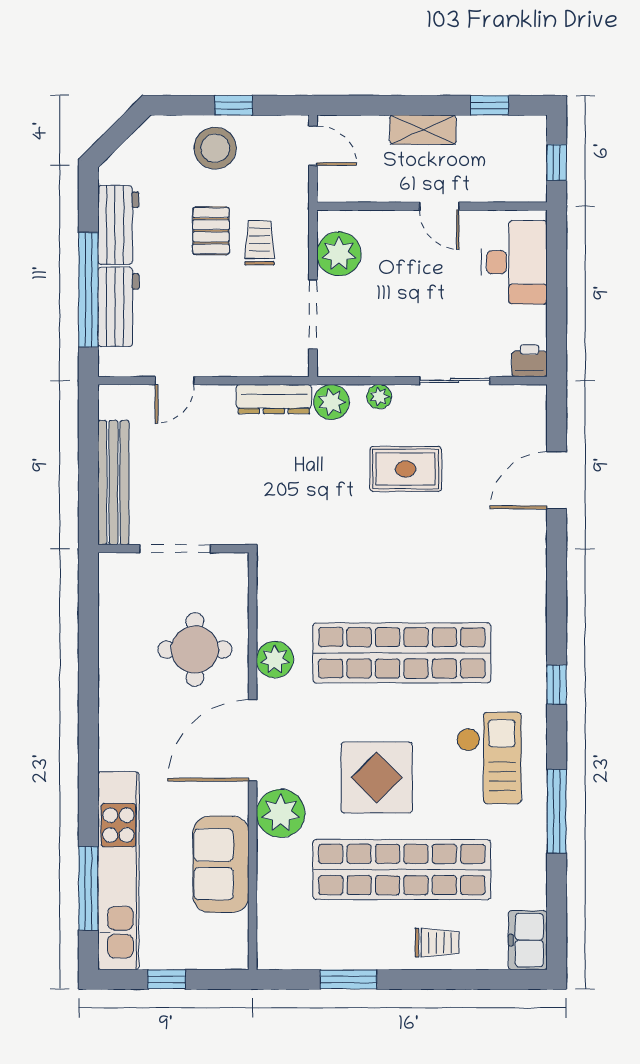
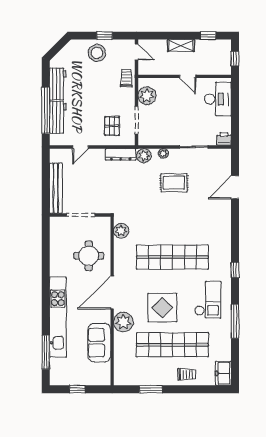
pallet: (211, 231) -> (112, 126), moved
trolley: (260, 243) -> (126, 78), moved
plant: (275, 660) -> (121, 231), moved
kitchen unit: (118, 871) -> (58, 317), moved

